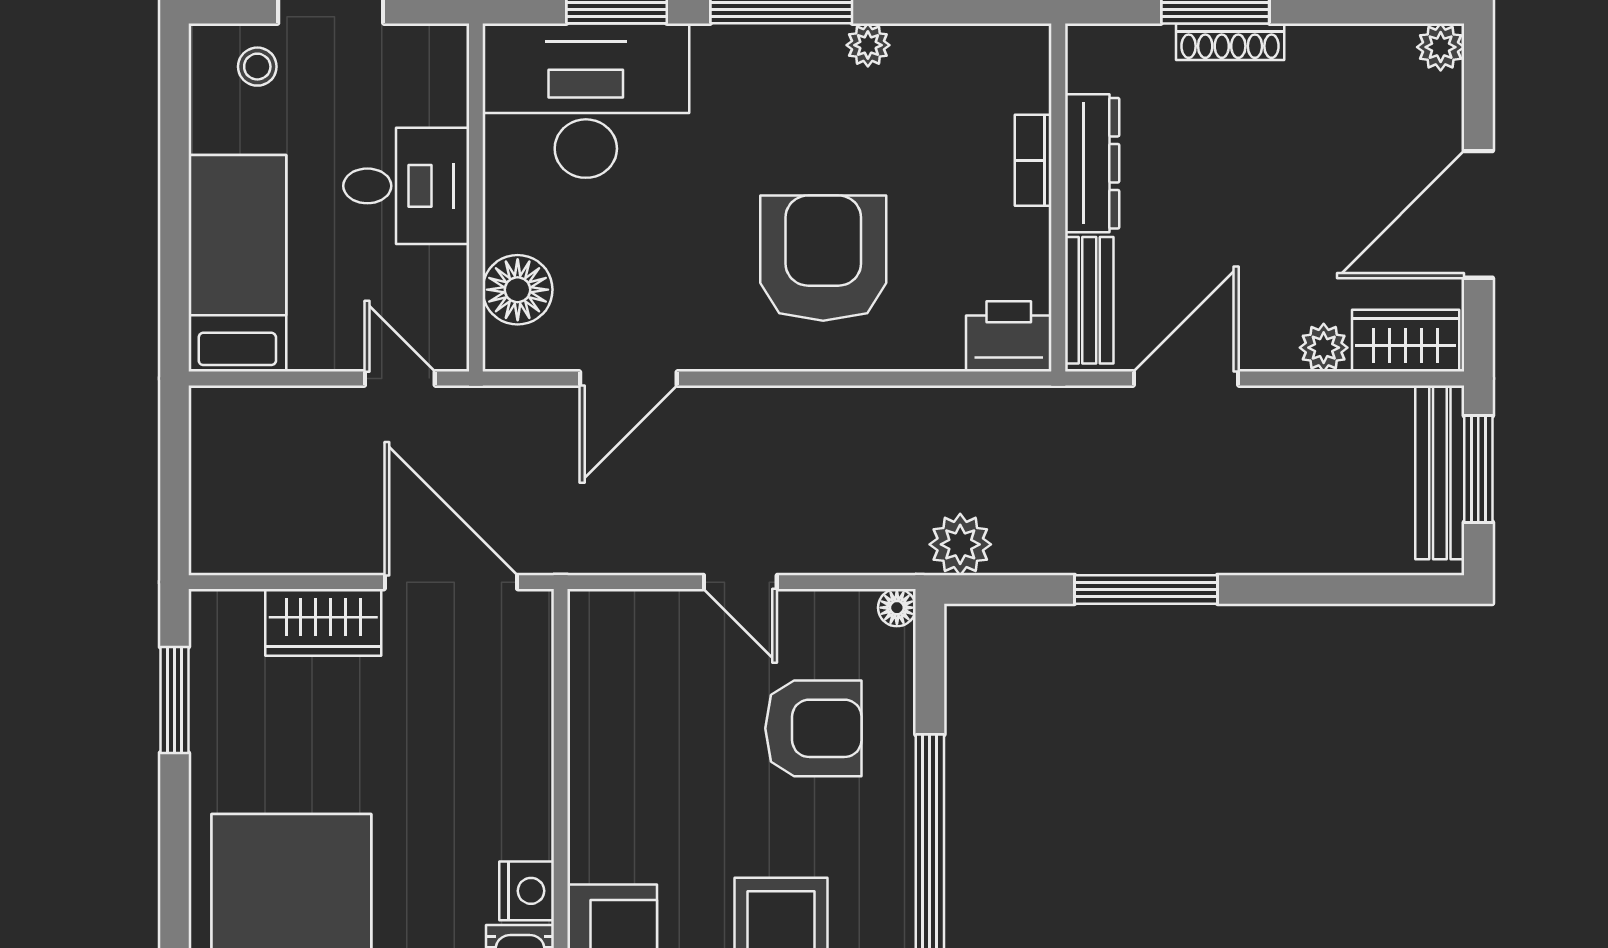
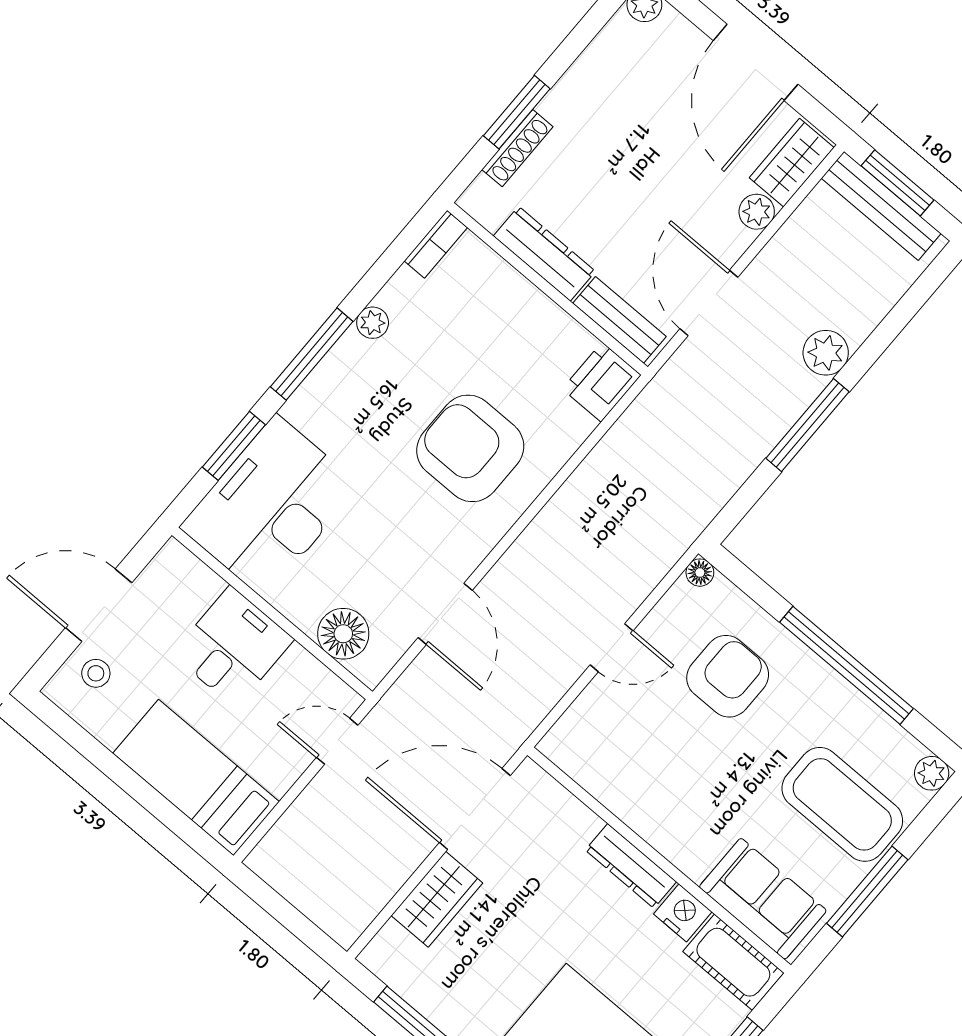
shoe rack: (1230, 42) -> (517, 148), moved
bookcase: (1033, 160) -> (436, 244), moved, turned -90
plant: (960, 544) -> (826, 353), moved
dresser: (530, 795) -> (631, 866), added

